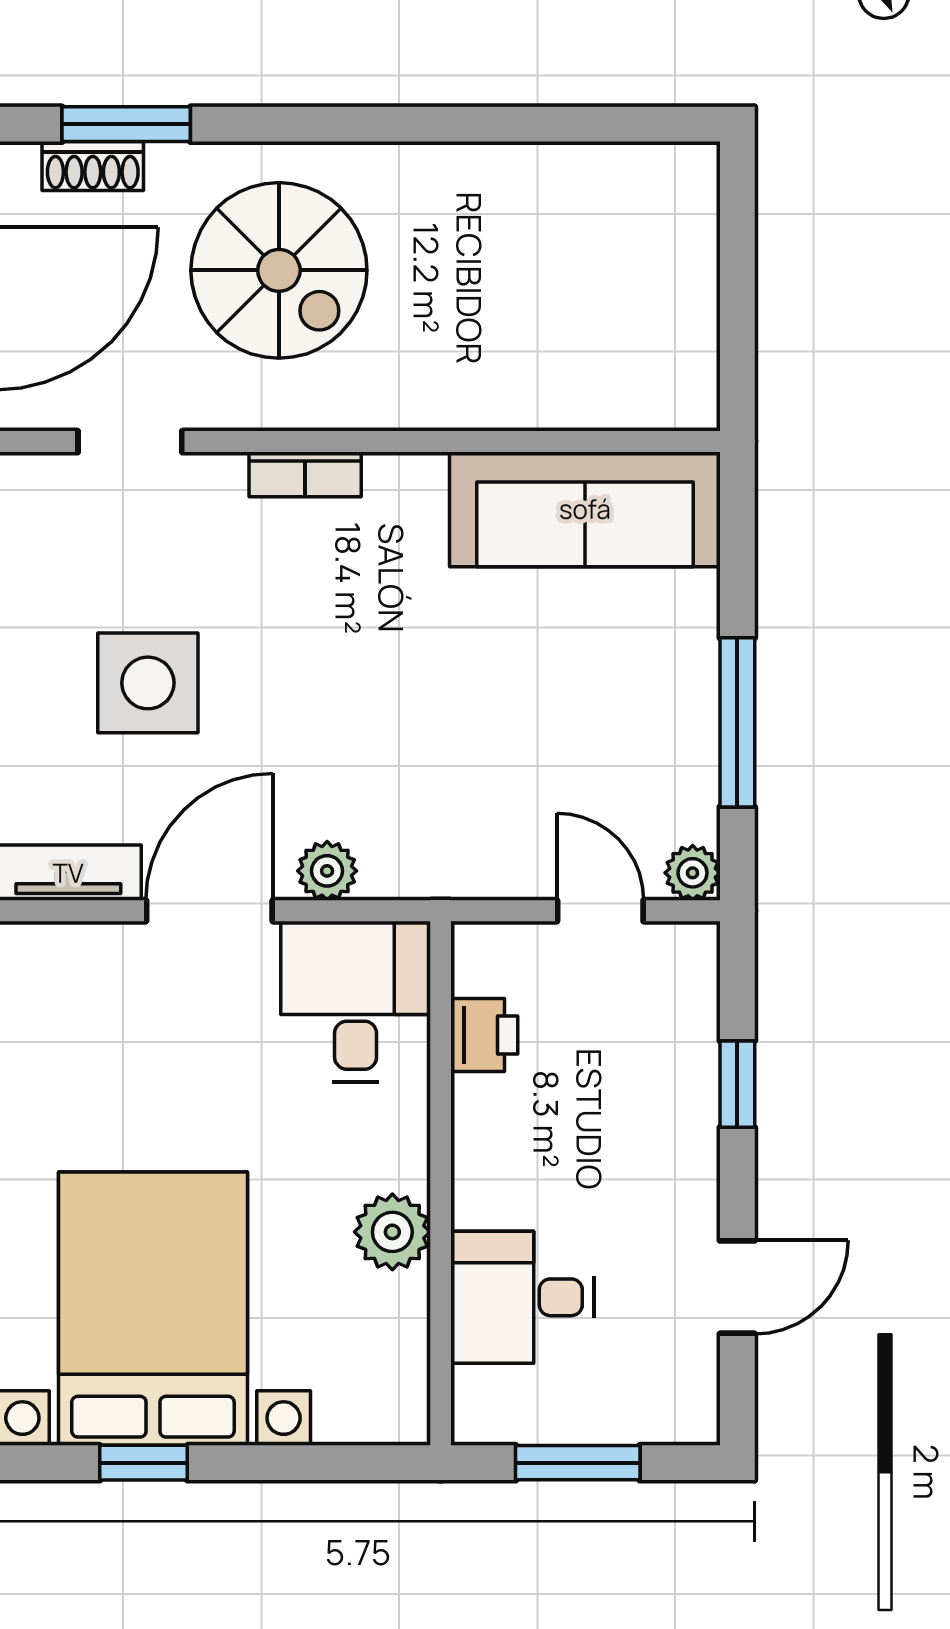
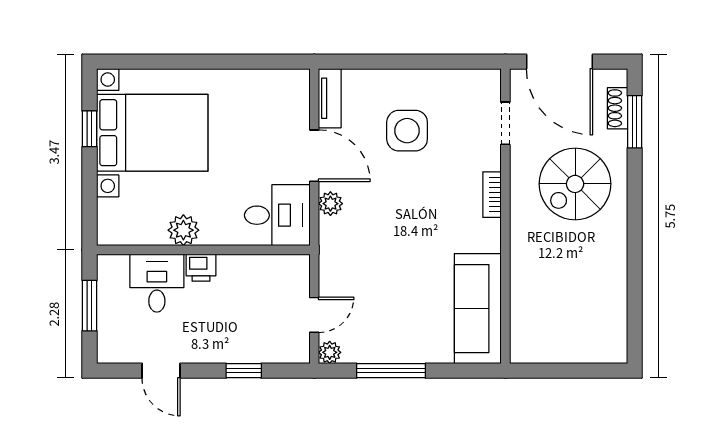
printer: (484, 1035) -> (201, 268), moved

